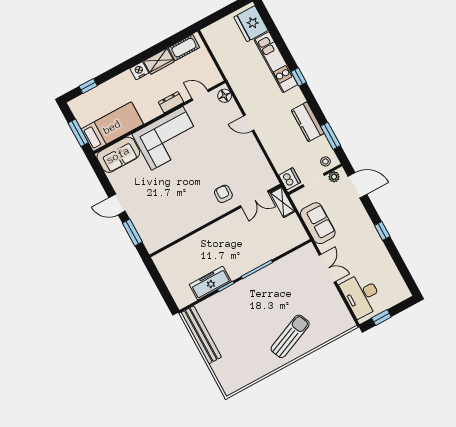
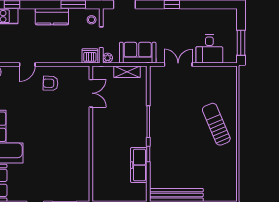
plant: (334, 177) -> (108, 58), moved
armchair: (223, 194) -> (51, 83), moved
shelving: (283, 202) -> (127, 72), moved
desk: (361, 295) -> (209, 49), width x0.73
window: (381, 317) -> (241, 43), width x1.50

